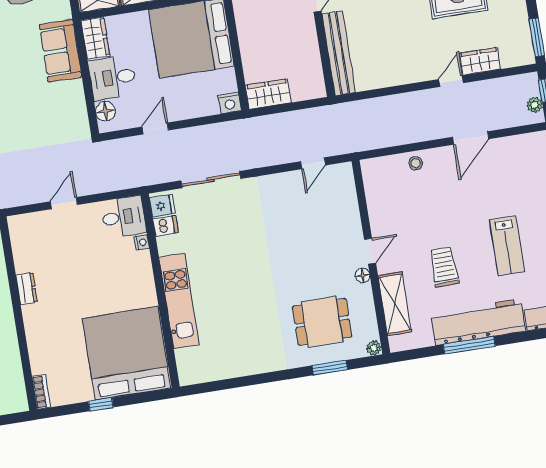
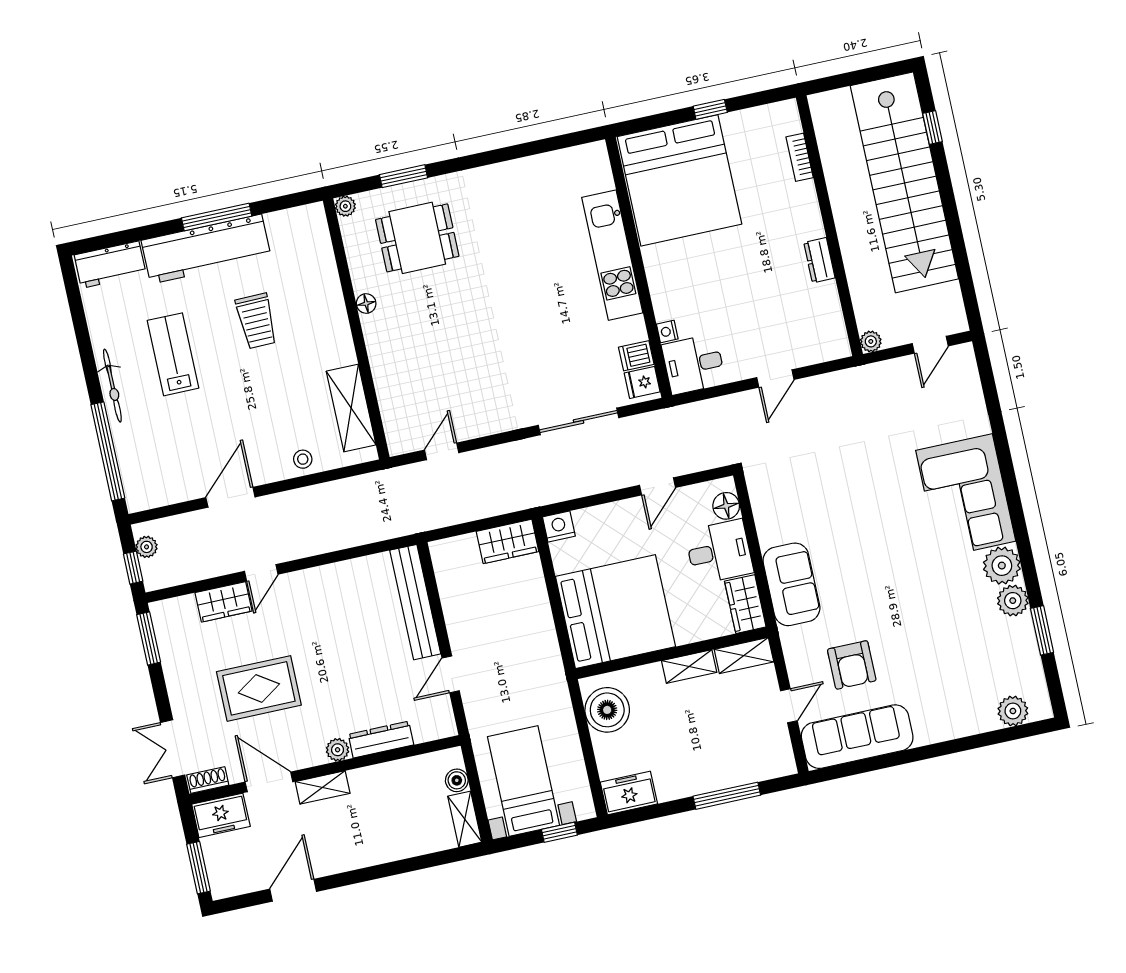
door: (370, 251) -> (358, 337), removed
shelving: (395, 304) -> (351, 408), moved
bookcase: (41, 392) -> (800, 157), moved

